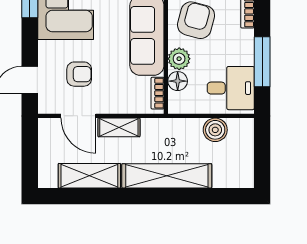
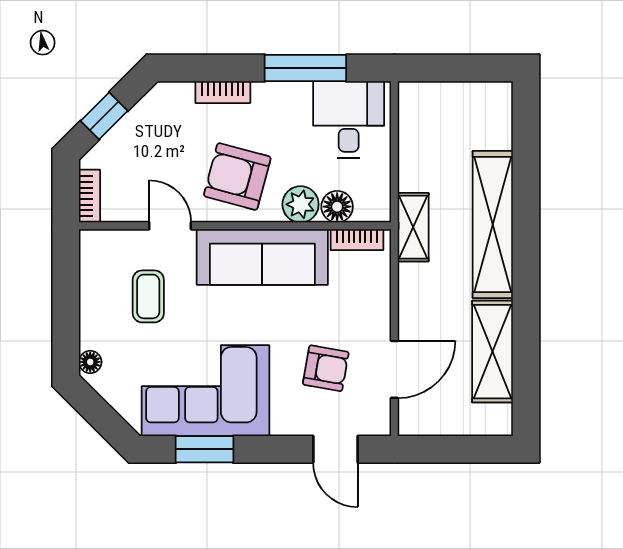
armchair: (79, 74) -> (326, 368), turned 100
shelving: (119, 127) -> (413, 227), moved
boiler: (215, 130) -> (417, 145), removed

